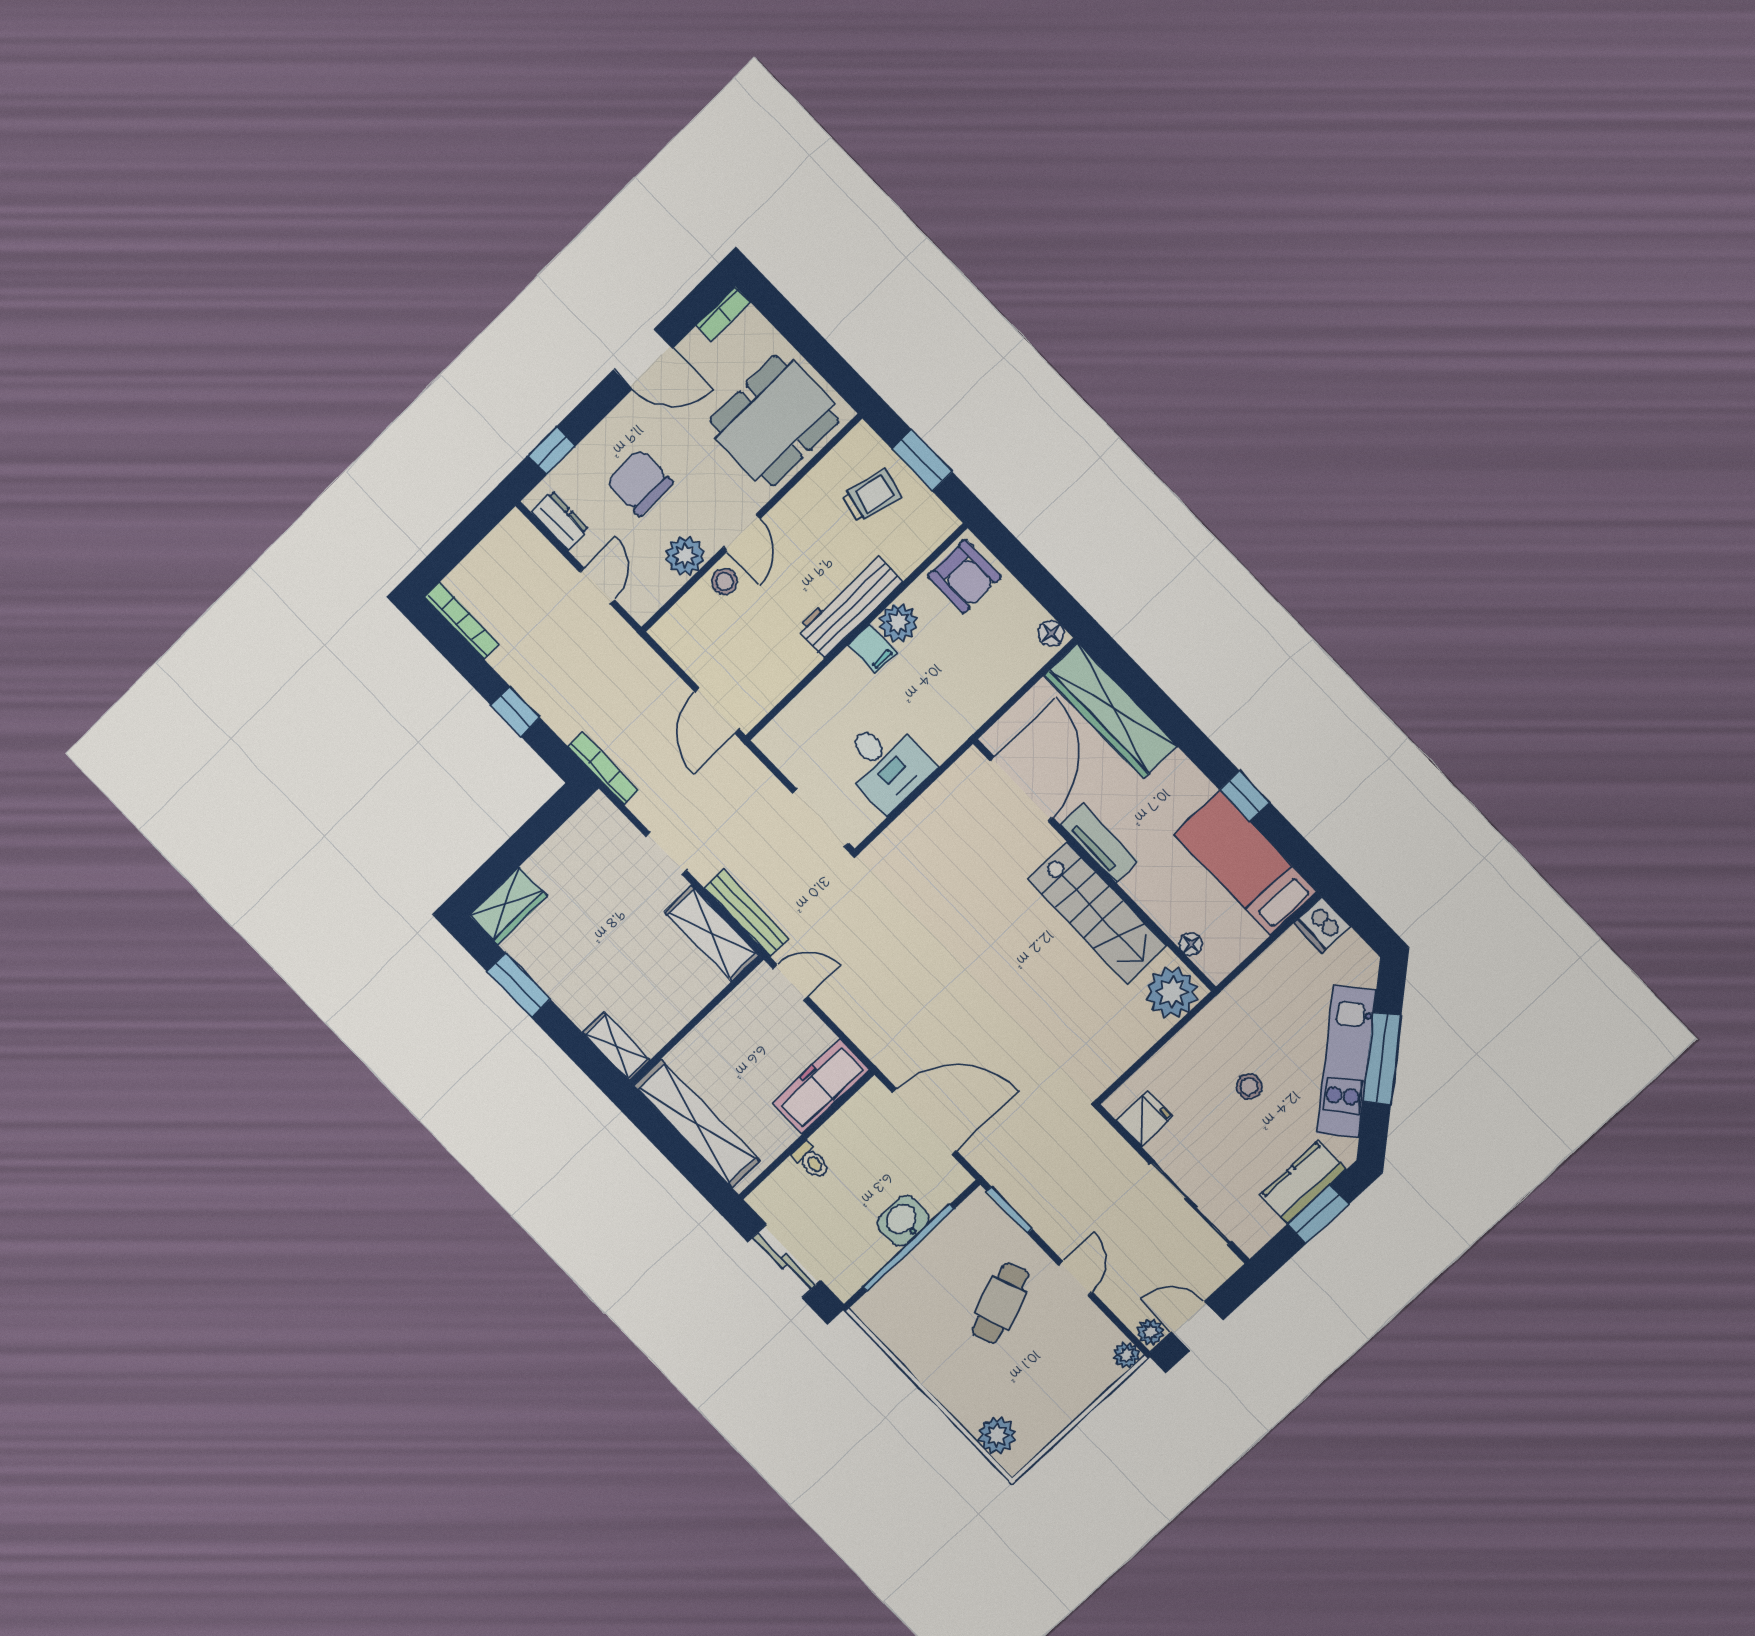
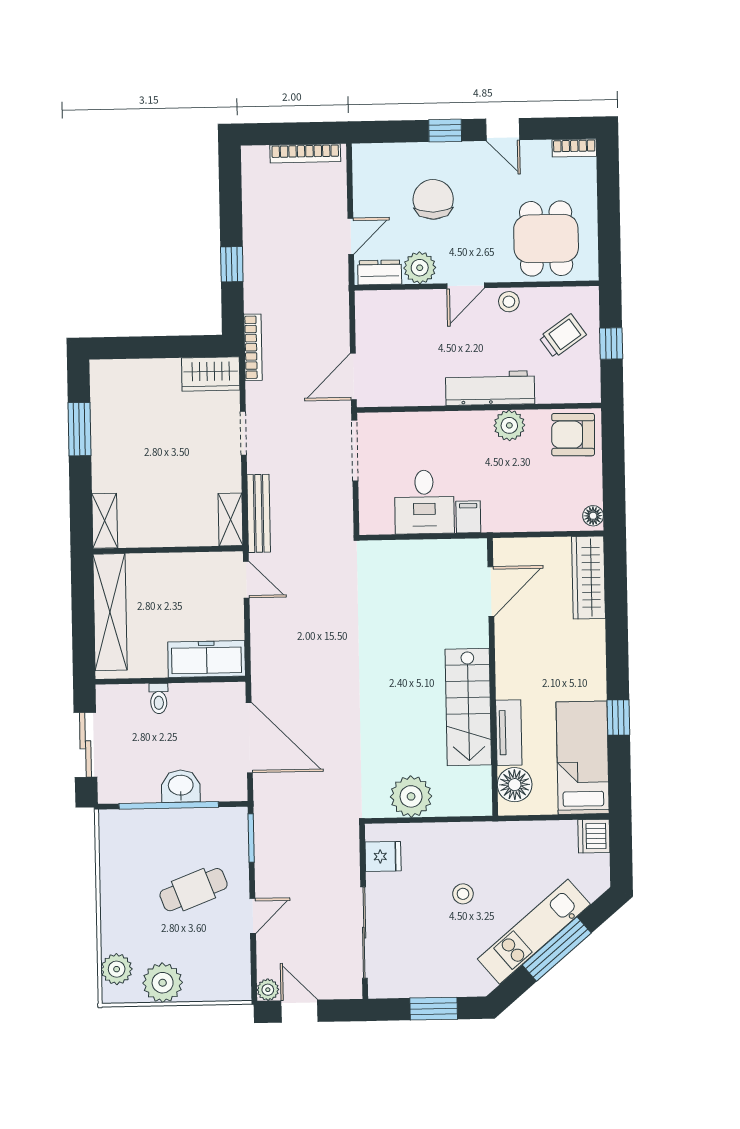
door: (643, 359) -> (503, 129), width x0.73
dining table: (774, 421) -> (546, 239), width x0.73
window: (552, 451) -> (445, 131), moved
window: (922, 460) -> (611, 343), width x0.67
trolley: (872, 496) -> (563, 336), turned -48
dresser: (560, 521) -> (380, 272), moved, turned -90
armchair: (964, 576) -> (573, 435), turned 91
stool: (725, 581) -> (509, 302), moved
bookcase: (462, 621) -> (305, 153), moved, turned 90
filing cabinet: (872, 649) -> (468, 517), moved, turned 180
wardrobe: (1111, 711) -> (589, 578), width x0.71, depth x0.85
door: (1021, 789) -> (491, 591), width x0.73
doorway: (821, 818) -> (355, 451), moved
tv unit: (1099, 843) -> (509, 733), moved
wardrobe: (508, 906) -> (211, 374), moved
shelving: (712, 933) -> (230, 519), width x0.67, depth x0.75
floor lamp: (1191, 944) -> (515, 785), width x1.89, depth x1.89
plant: (1172, 992) -> (411, 796), moved
kitchen counter: (1303, 1182) -> (442, 981), removed
plant: (1126, 1355) -> (163, 983), moved, width x1.88, depth x1.88

